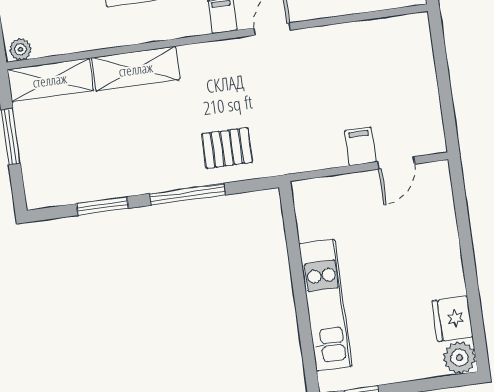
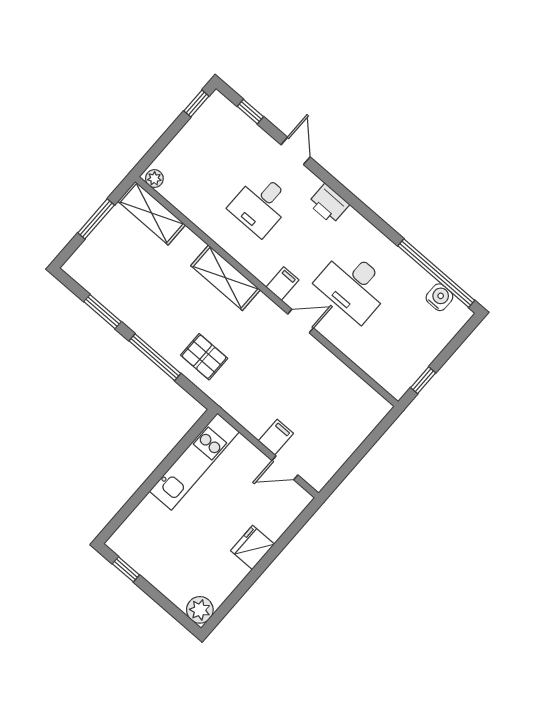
shelving: (136, 69) -> (226, 278), moved
kitchen unit: (325, 305) -> (194, 462), moved
fridge: (453, 319) -> (252, 547), moved

